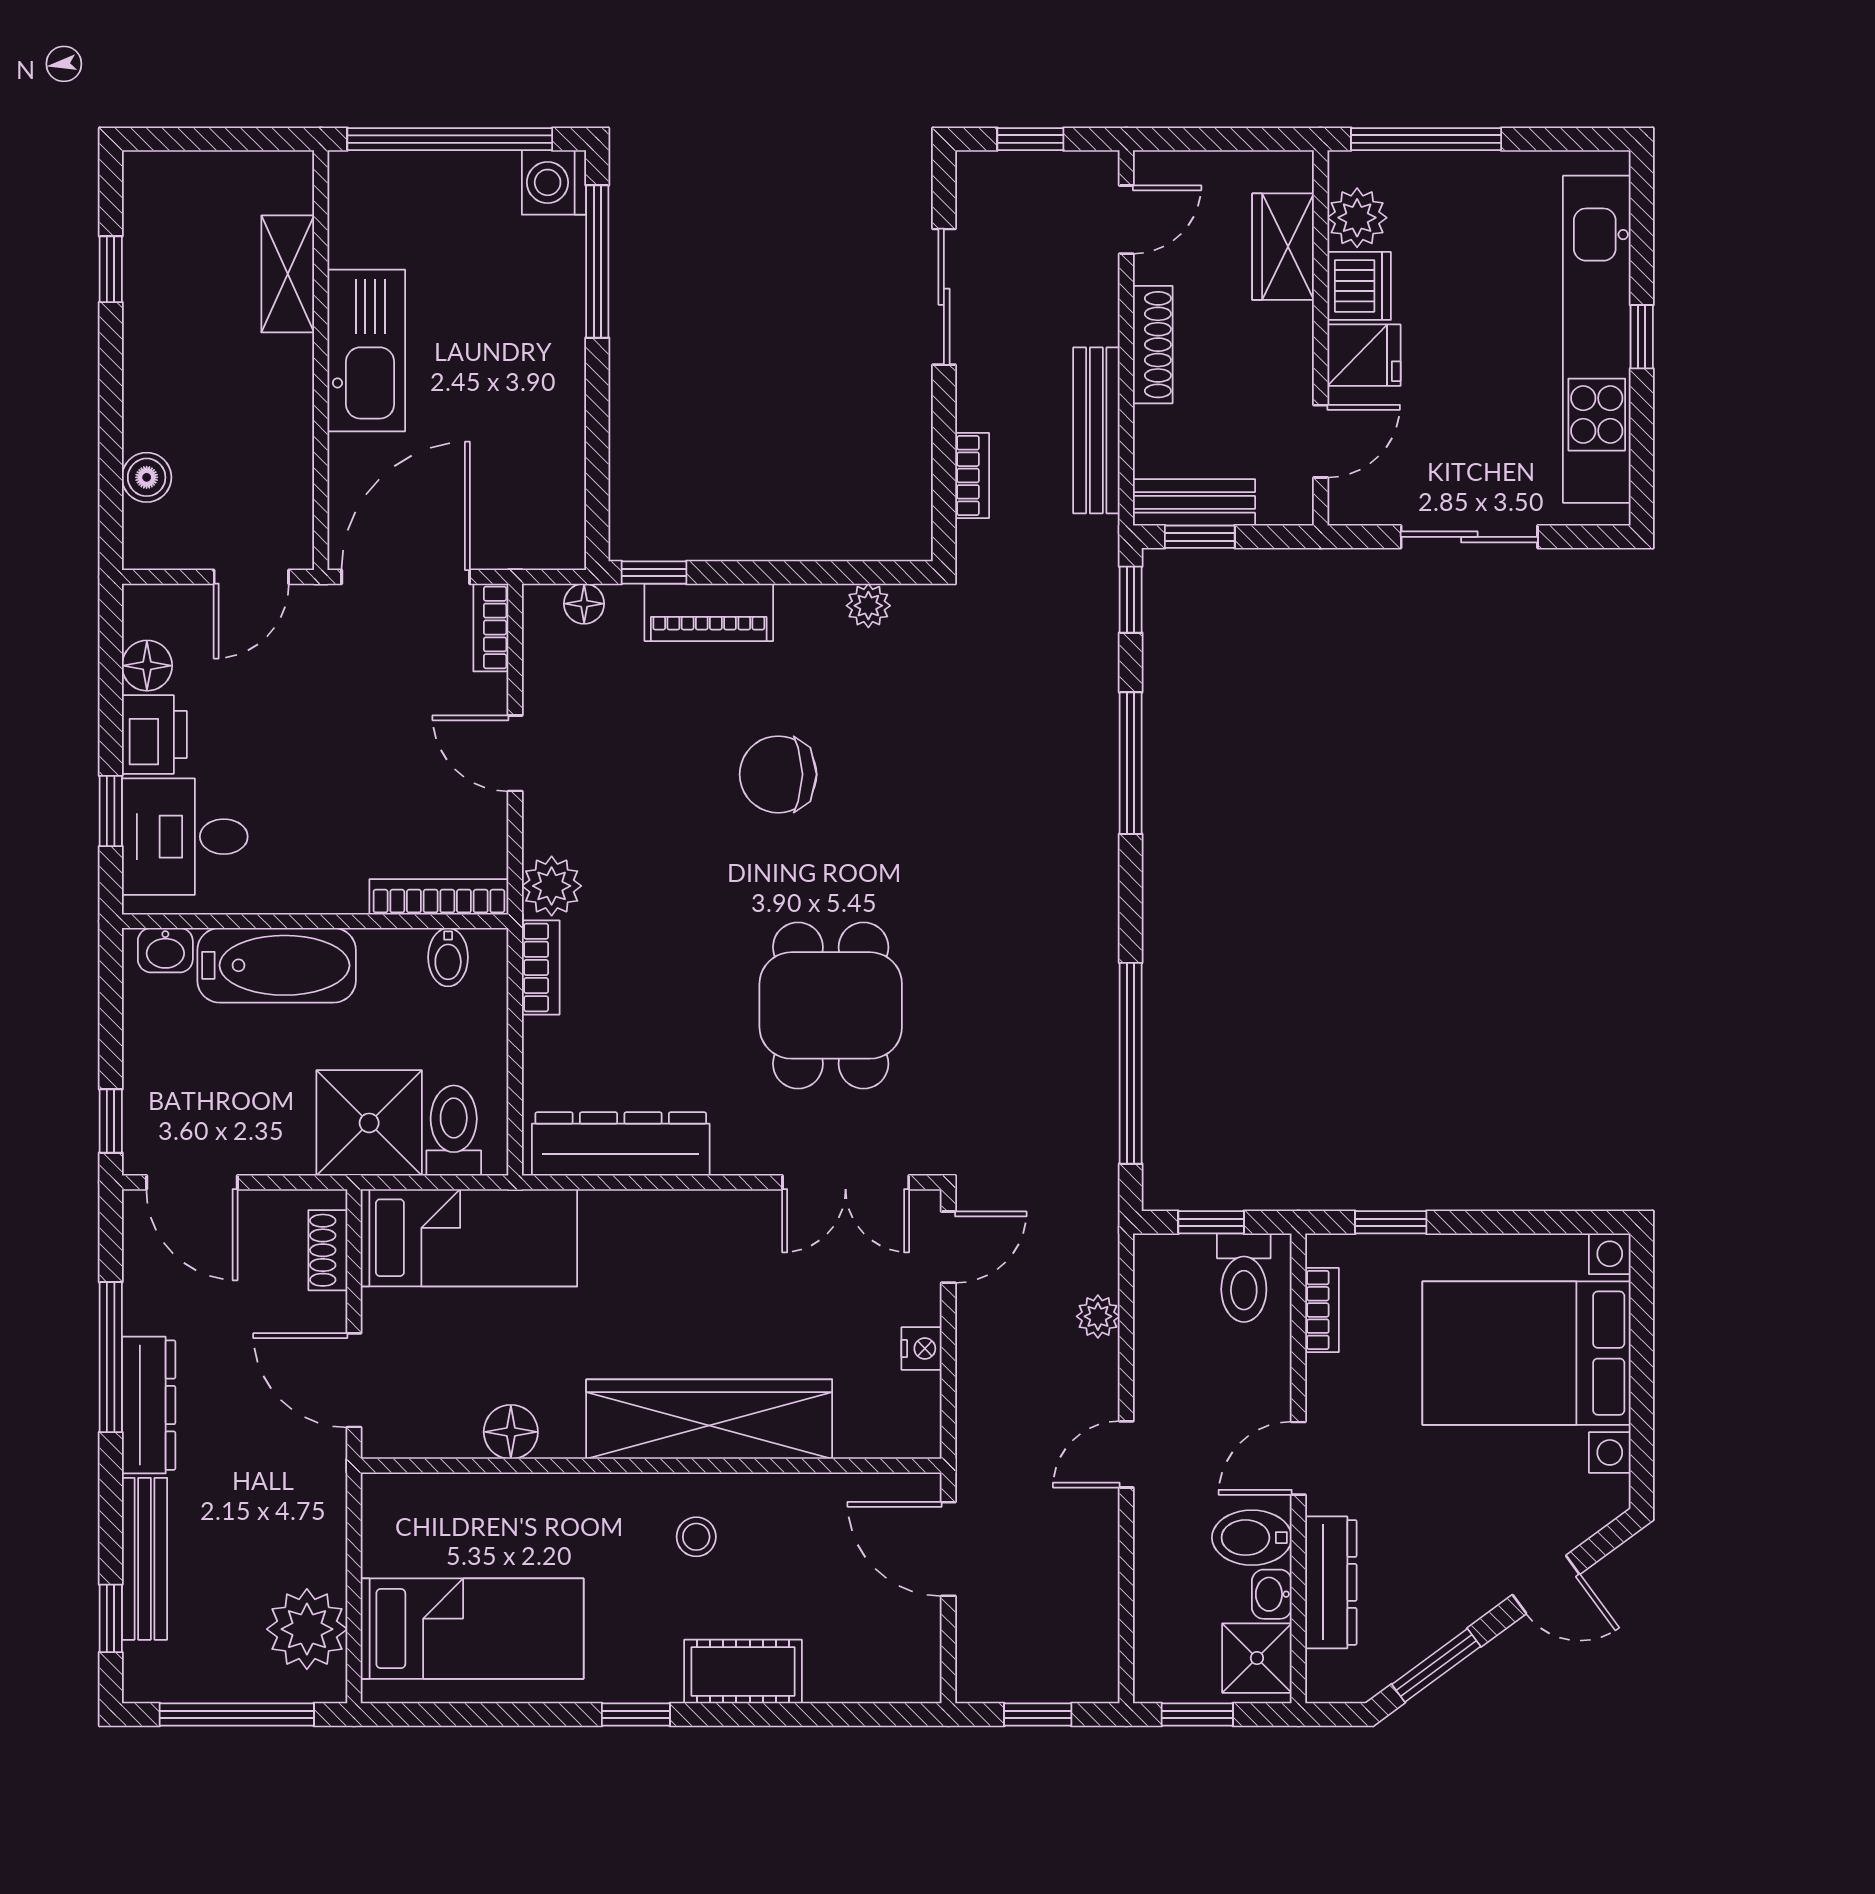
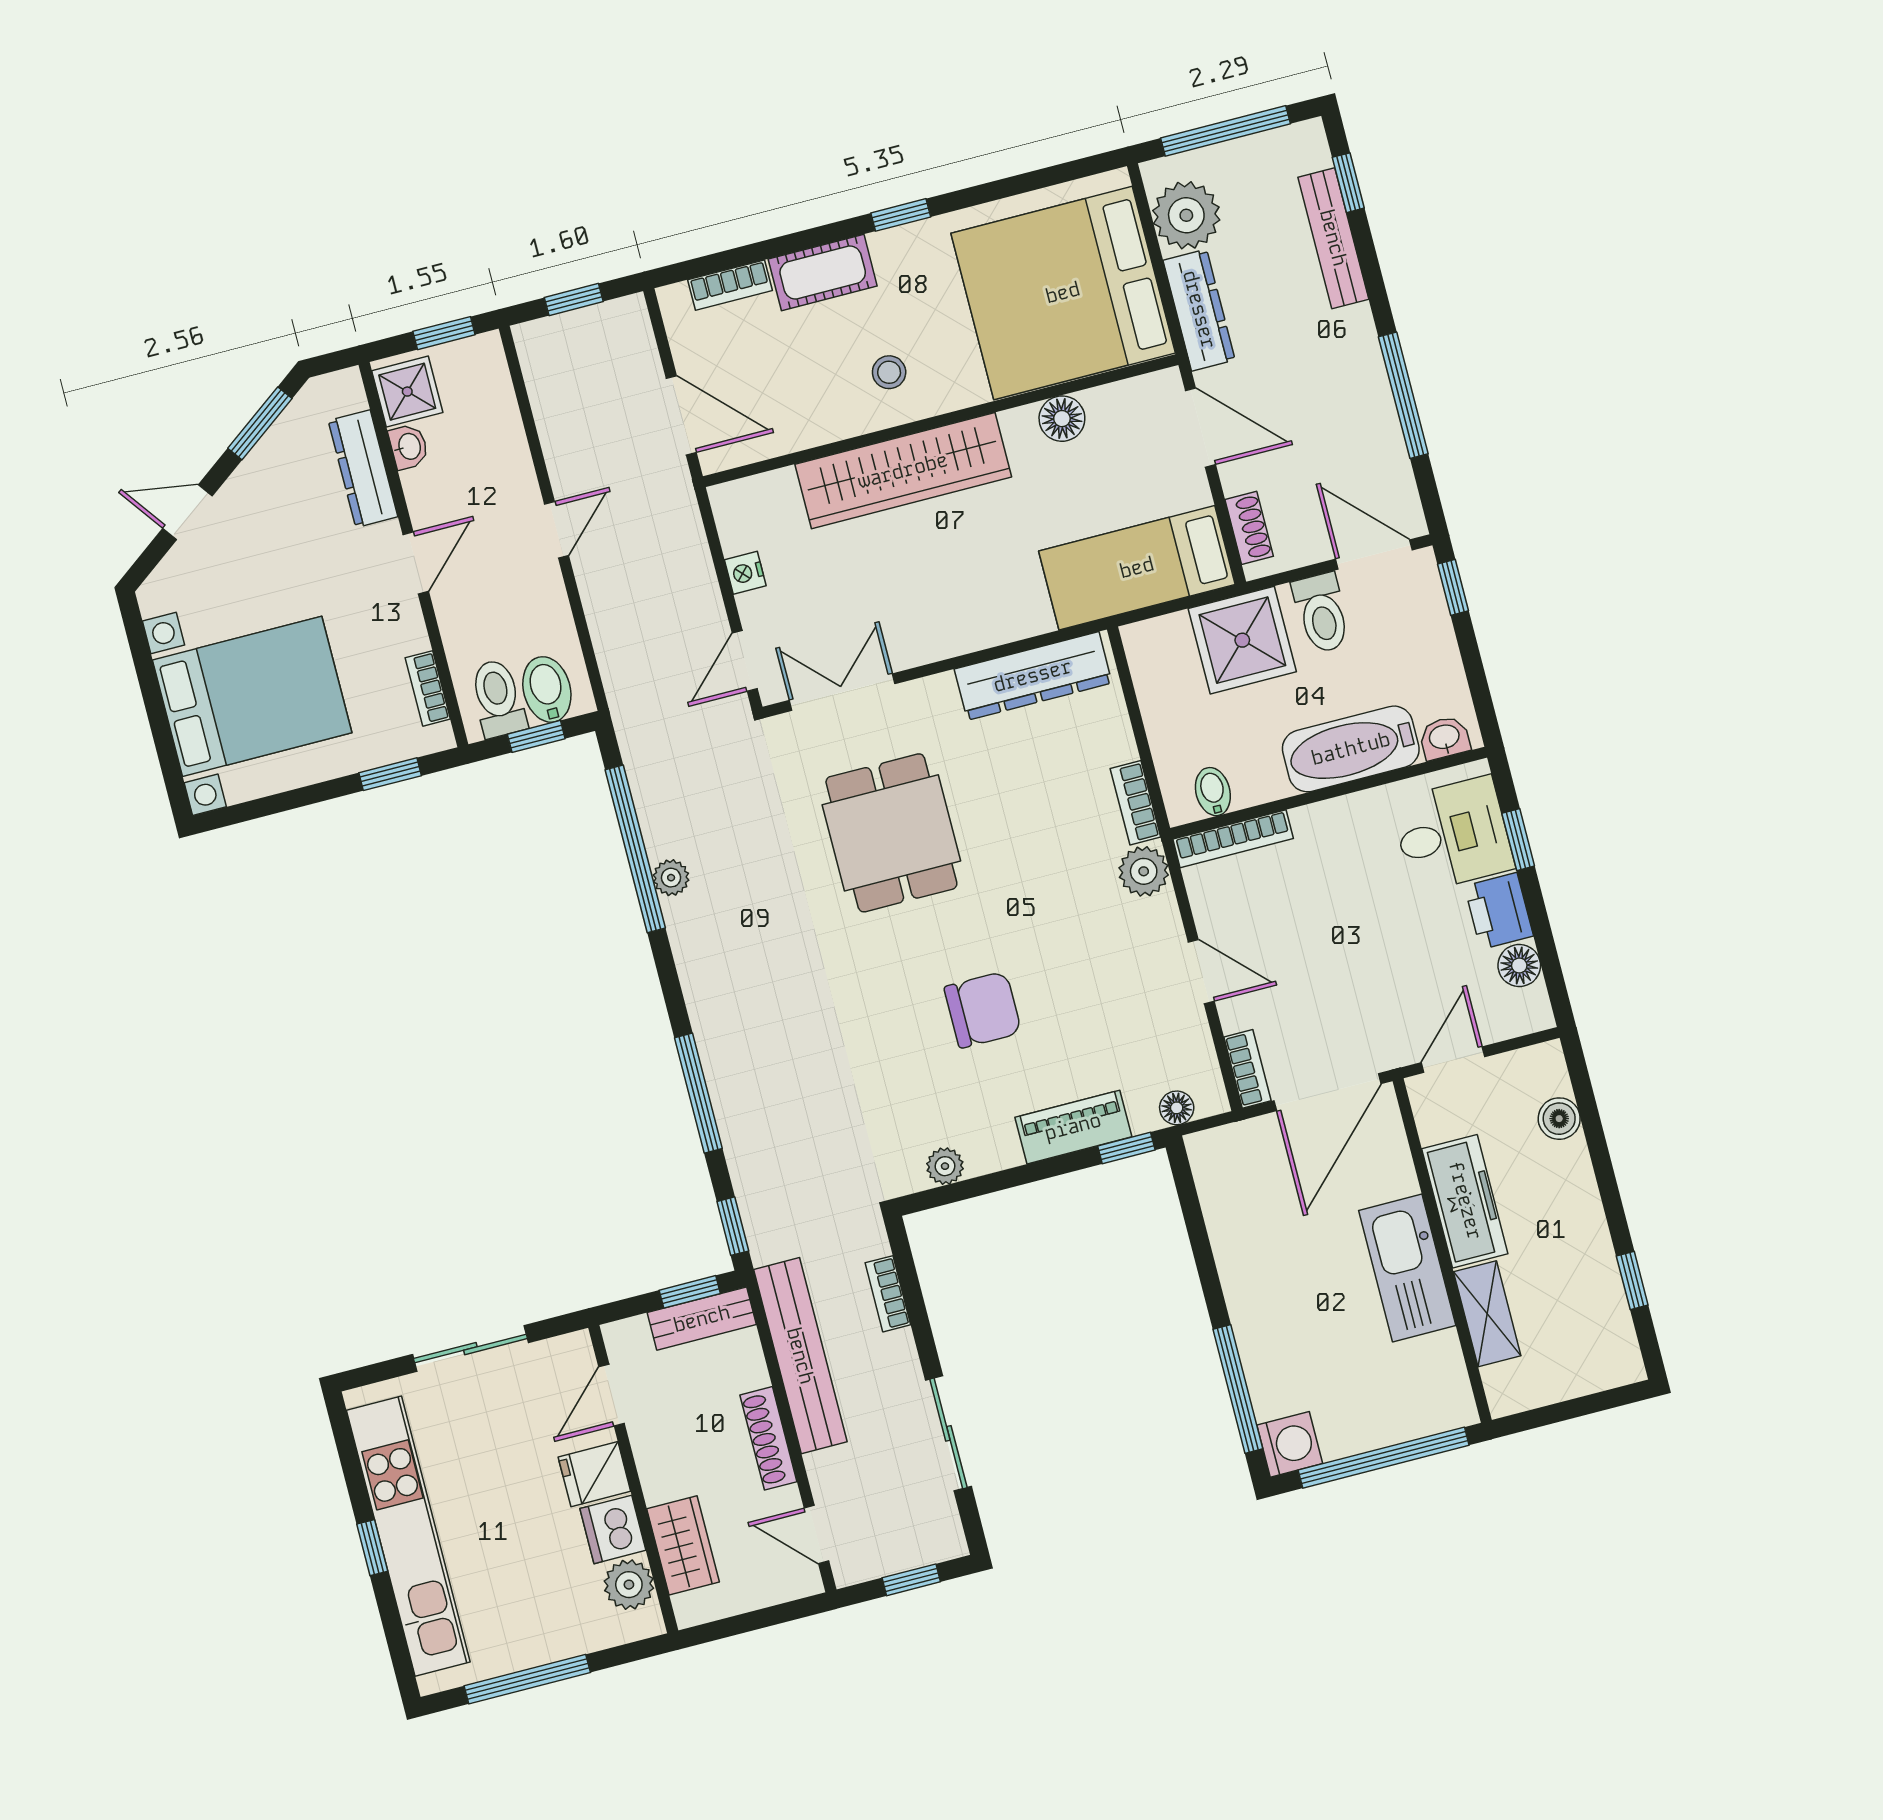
window: (1426, 139) -> (527, 1679), moved
door: (1126, 220) -> (816, 1534), hinge flipped
freezer: (280, 410) -> (1465, 1201), added
bench: (1096, 430) -> (800, 1356), width x1.37, depth x1.21
toilet: (454, 1131) -> (1322, 613), moved
plant: (1098, 1316) -> (671, 878), moved
dresser: (149, 1405) -> (1199, 310), moved, turned 180
bidet: (1252, 1538) -> (547, 689), moved, turned -90
bed: (472, 1629) -> (1063, 293), width x2.04
bookcase: (853, 1685) -> (730, 285), added

